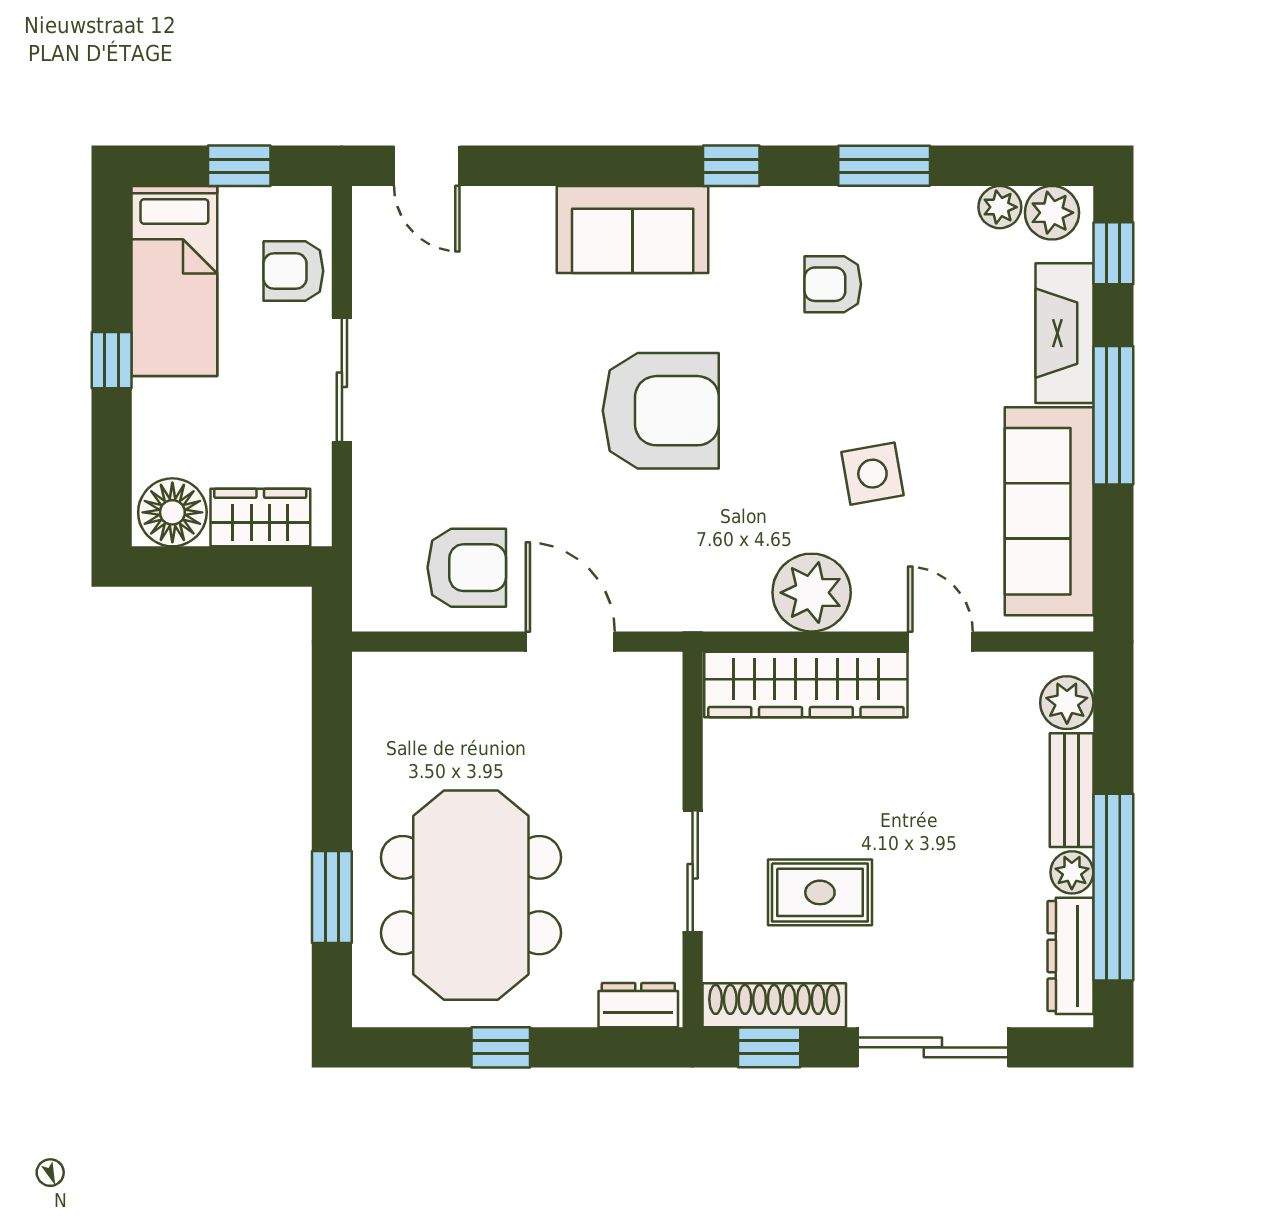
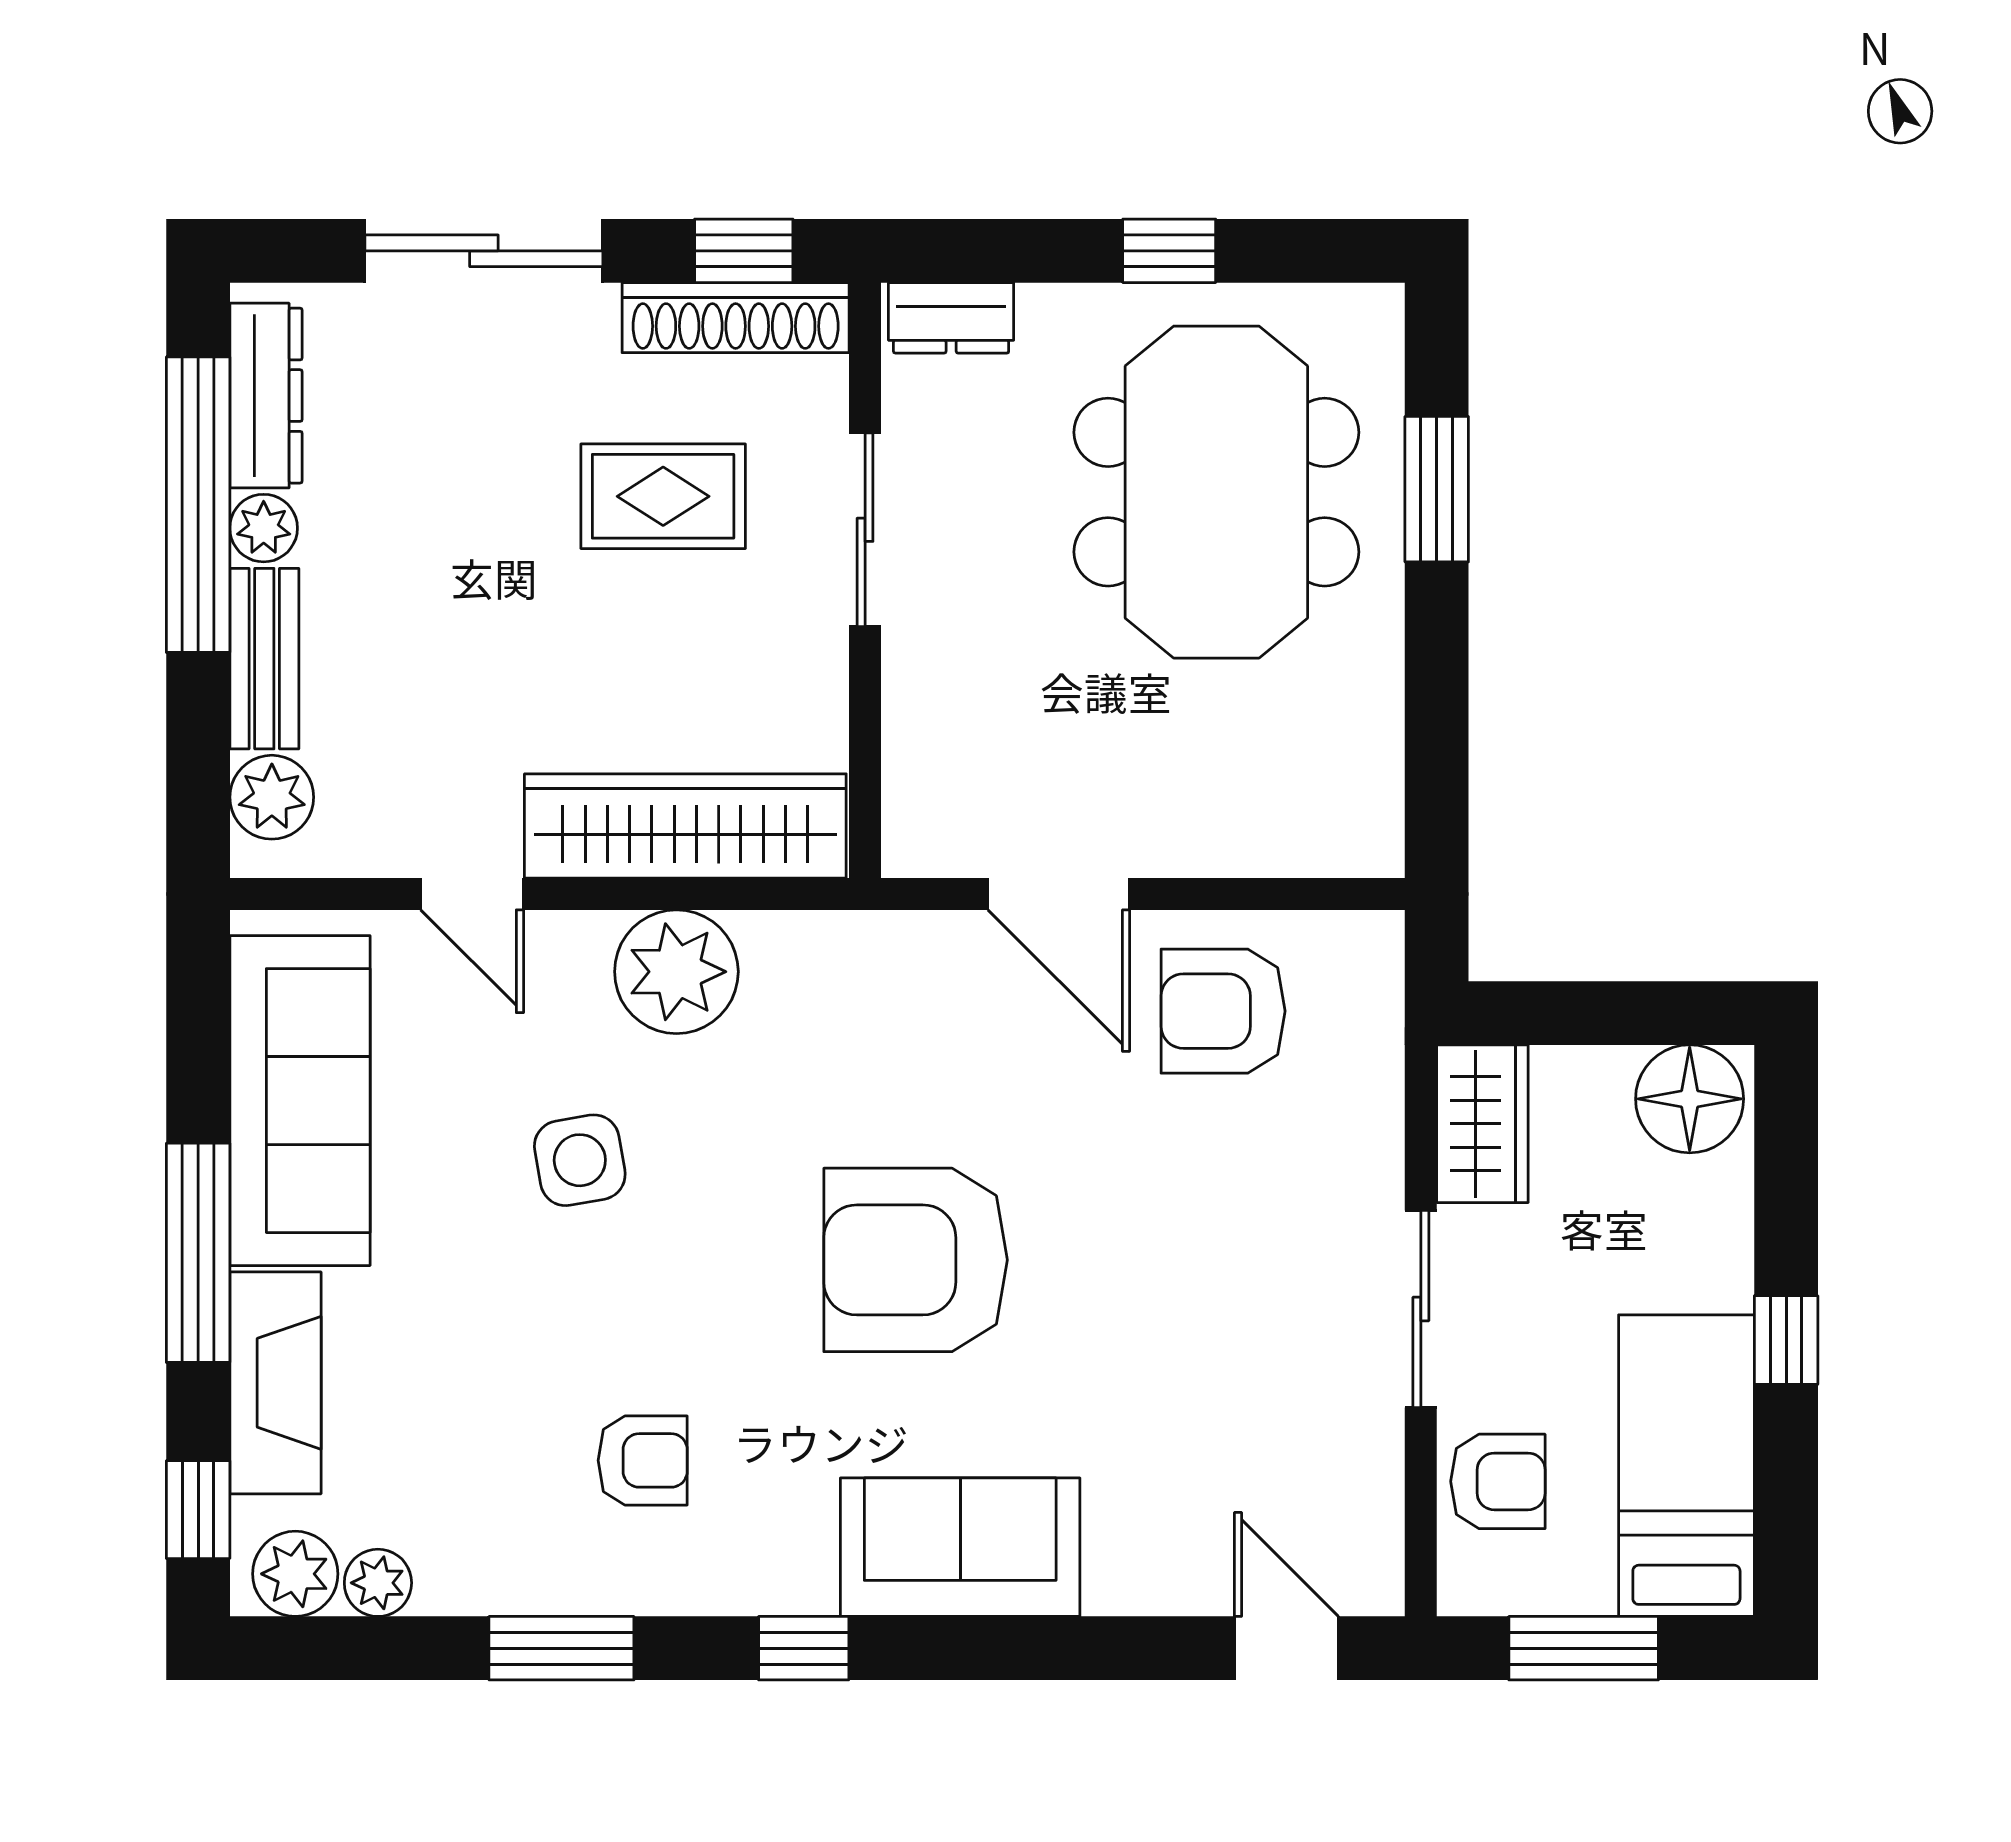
window: (239, 166) -> (1584, 1648), width x1.50
wardrobe: (260, 518) -> (1482, 1124), moved, turned -90

